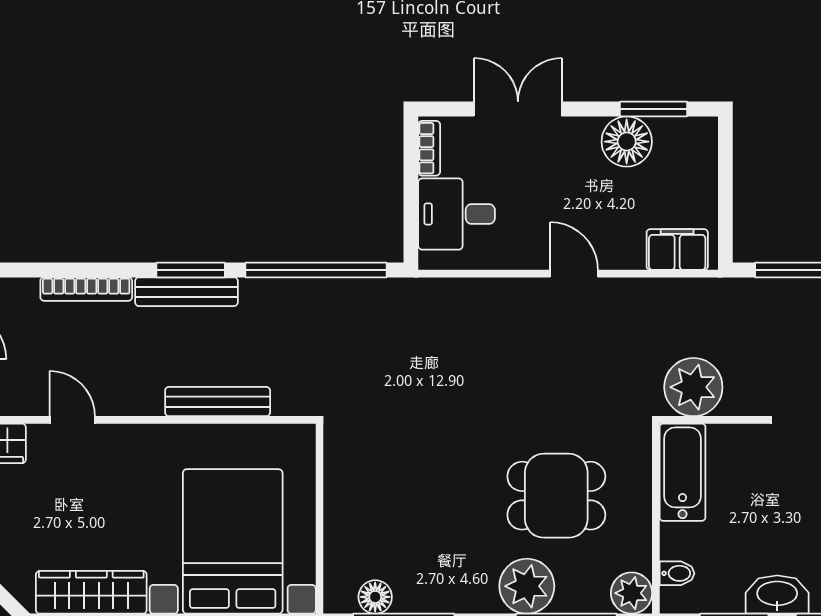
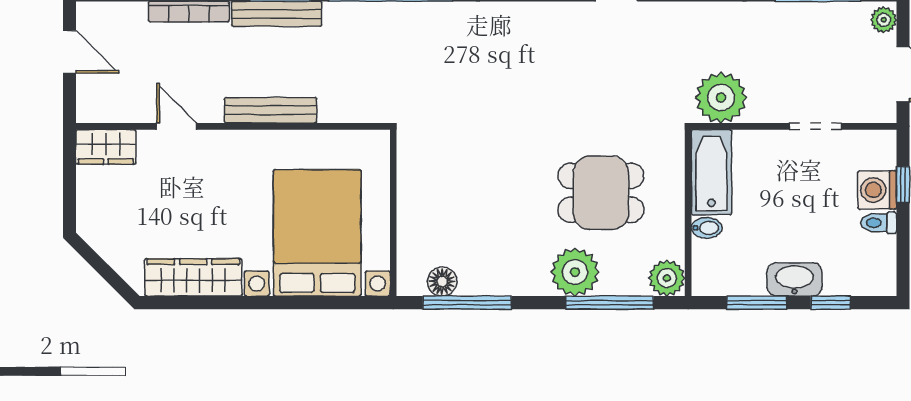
bench: (218, 402) -> (271, 110), moved
bidet: (677, 573) -> (707, 228), moved

